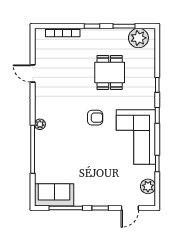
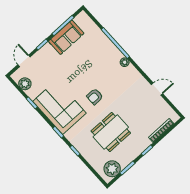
dining table: (110, 72) -> (111, 132), width x1.38
sofa: (54, 195) -> (66, 37), moved

